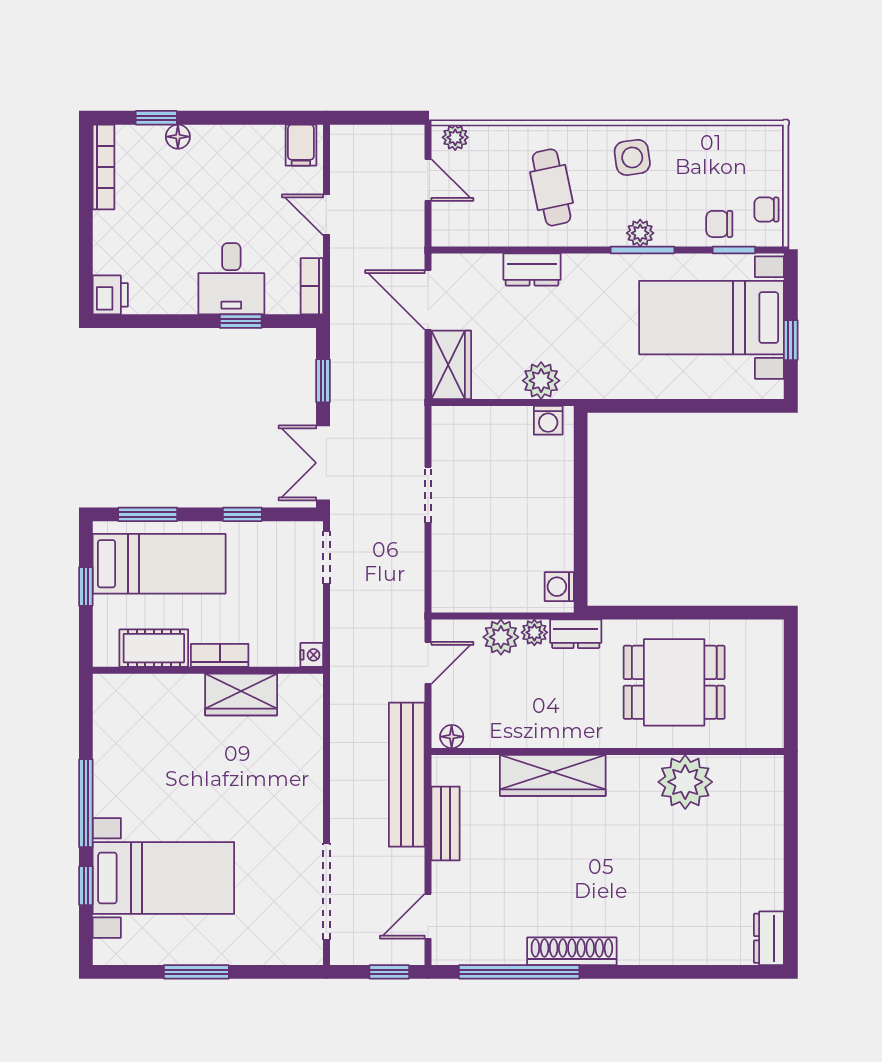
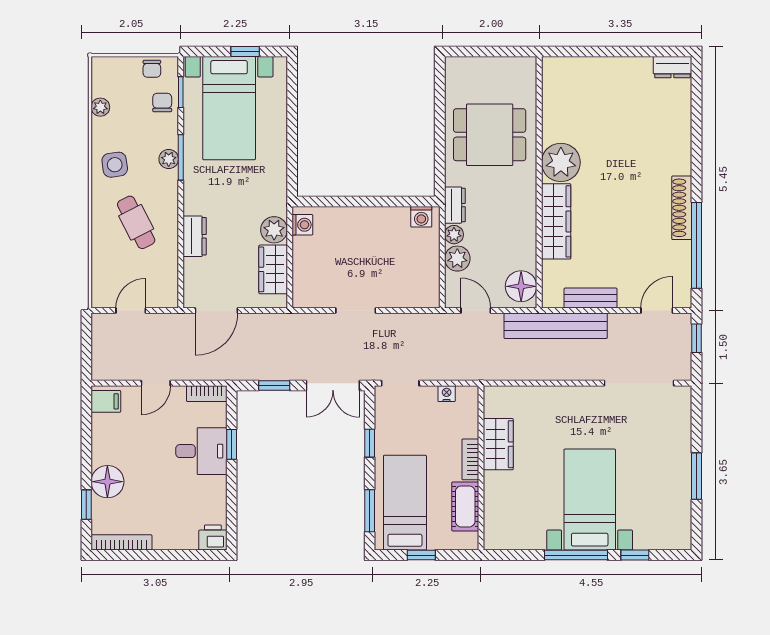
floor lamp: (178, 137) -> (107, 482), width x1.89, depth x1.89
plant: (455, 137) -> (100, 107), moved
cafe table: (552, 187) -> (136, 222), turned 75
chair: (719, 224) -> (162, 102), turned 180
wardrobe: (451, 365) -> (273, 269), moved, turned -90
nightstand: (312, 655) -> (447, 394), moved
dining table: (674, 682) -> (490, 135), turned 90
floor lamp: (452, 737) -> (521, 286), width x1.89, depth x1.89
plant: (685, 782) -> (561, 162), moved
bed with nightstands: (163, 878) -> (590, 500), moved
door: (428, 916) -> (657, 311), swing flipped

